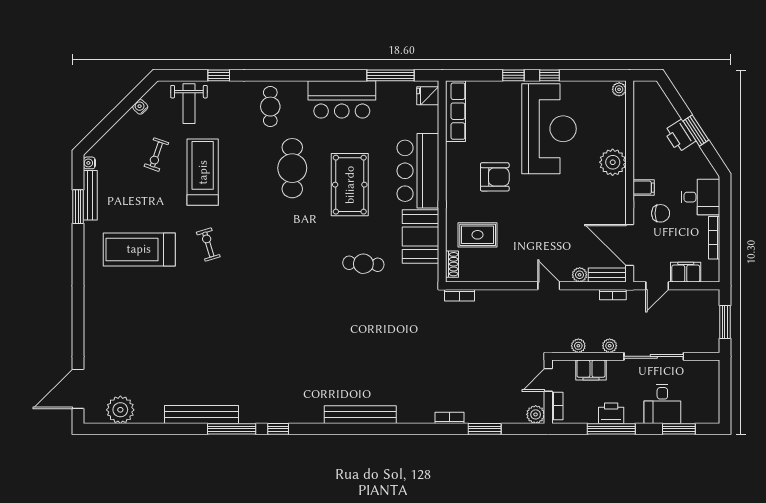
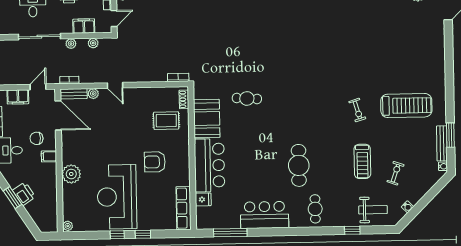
fridge: (428, 96) -> (203, 199), moved
weight bench: (189, 104) -> (373, 210), turned 90
treadmill: (203, 172) -> (362, 161), width x0.73, depth x0.73
pool table: (350, 185) -> (258, 154), removed

